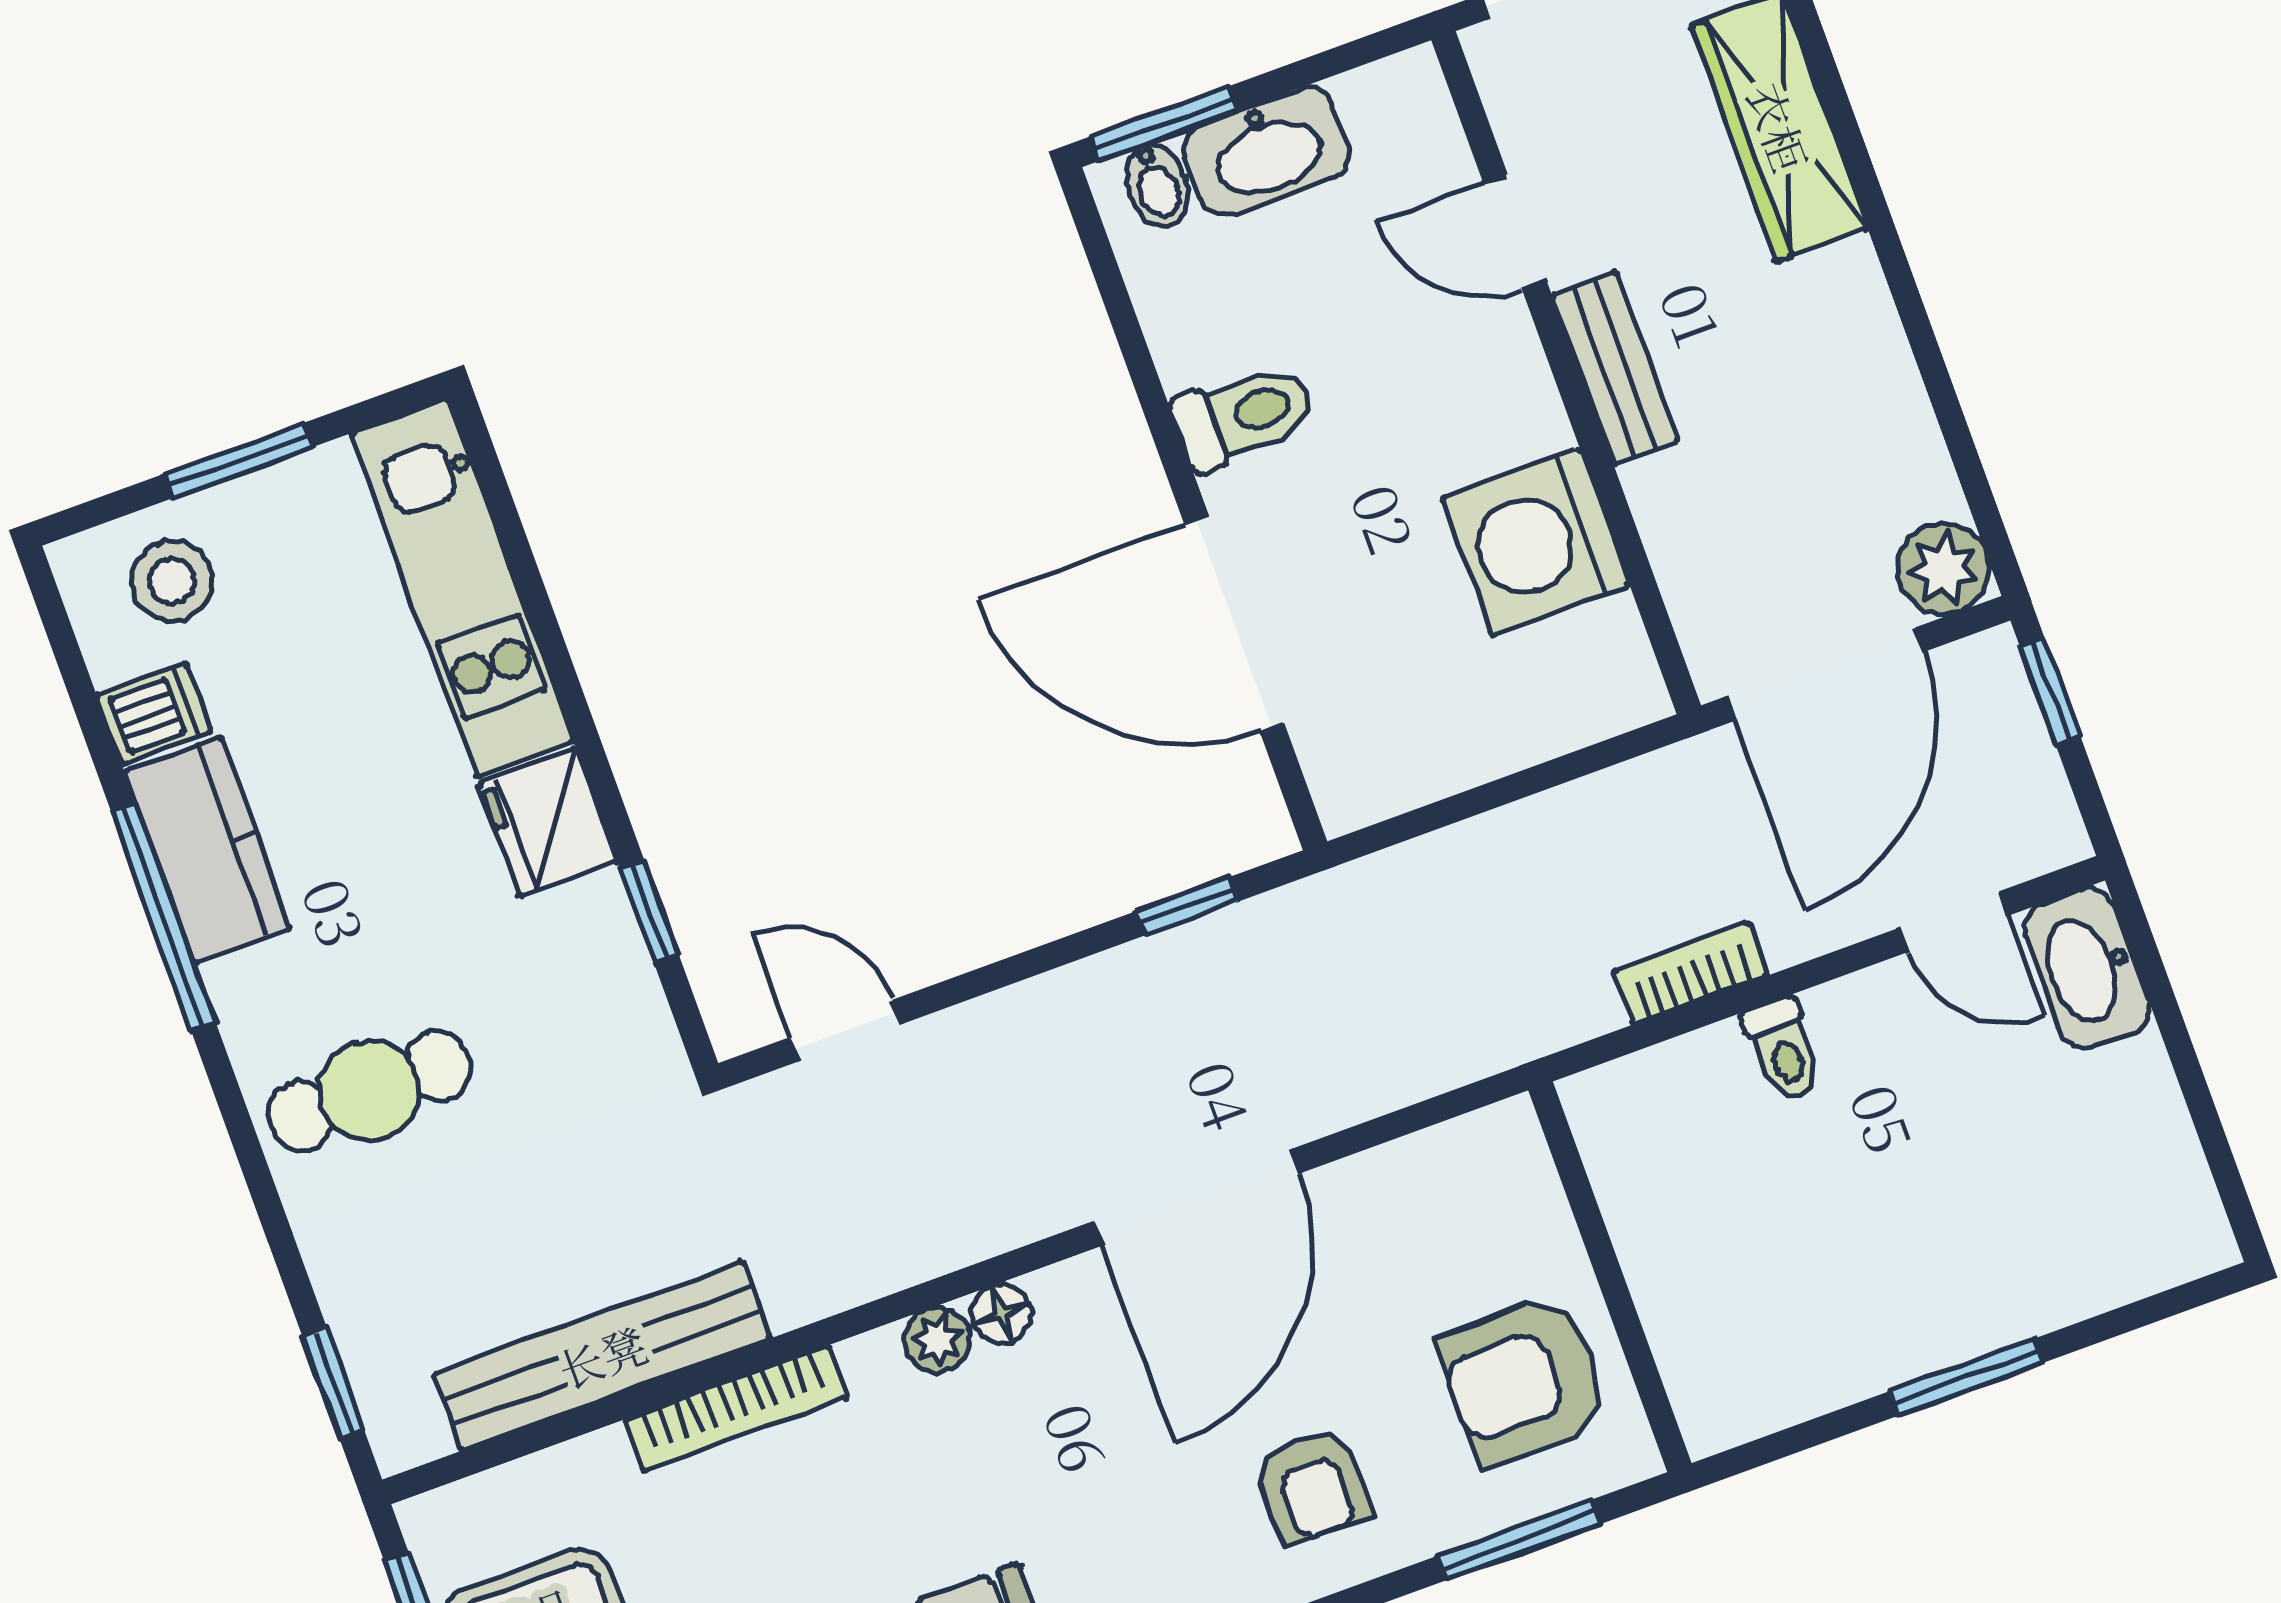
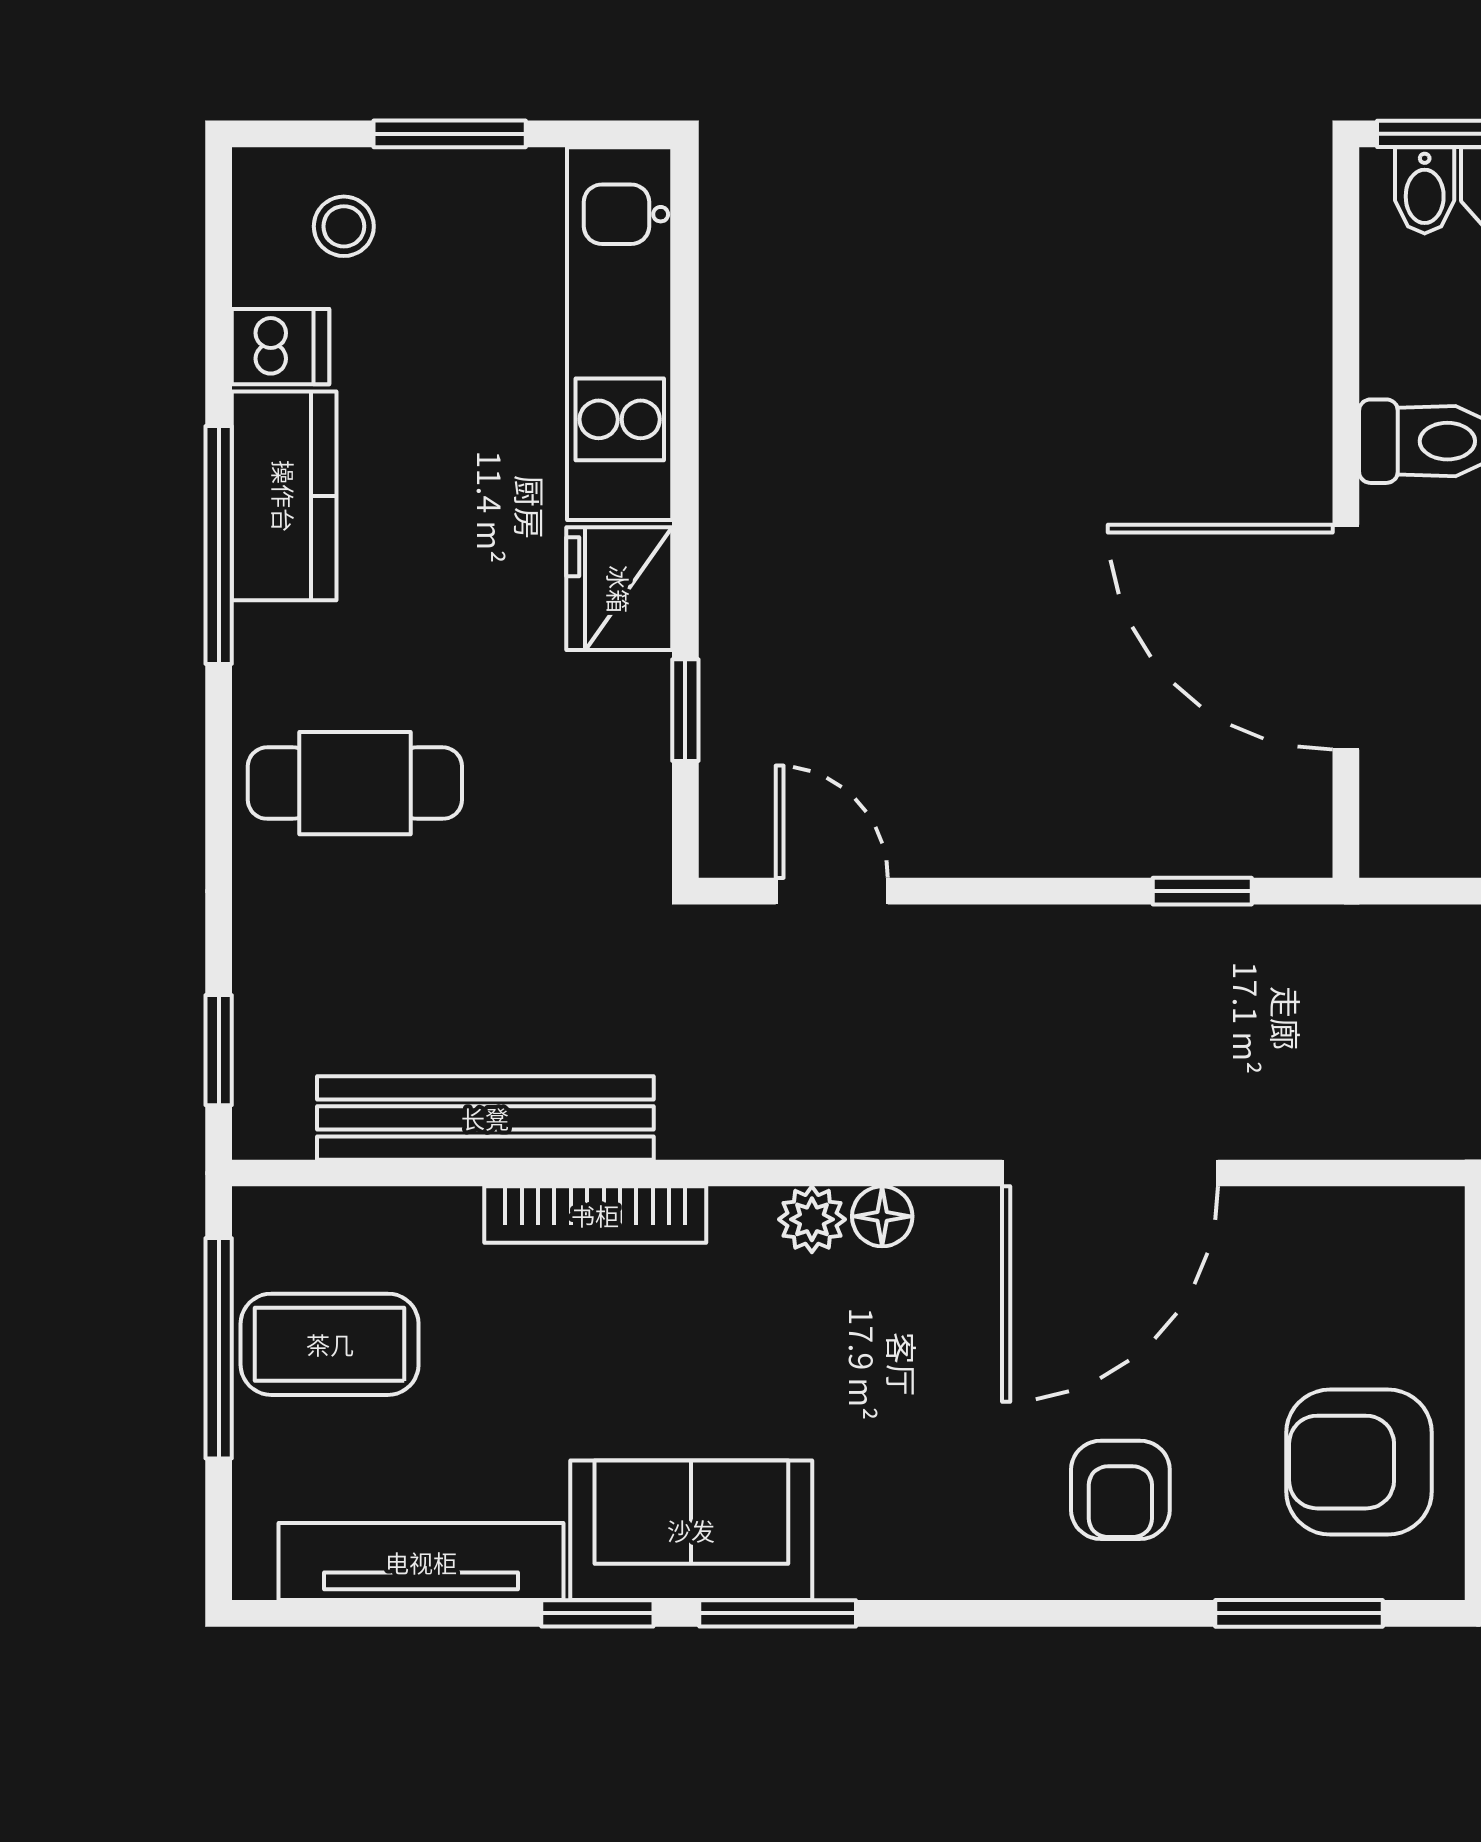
stool: (172, 581) -> (344, 226), width x0.73, depth x0.73

